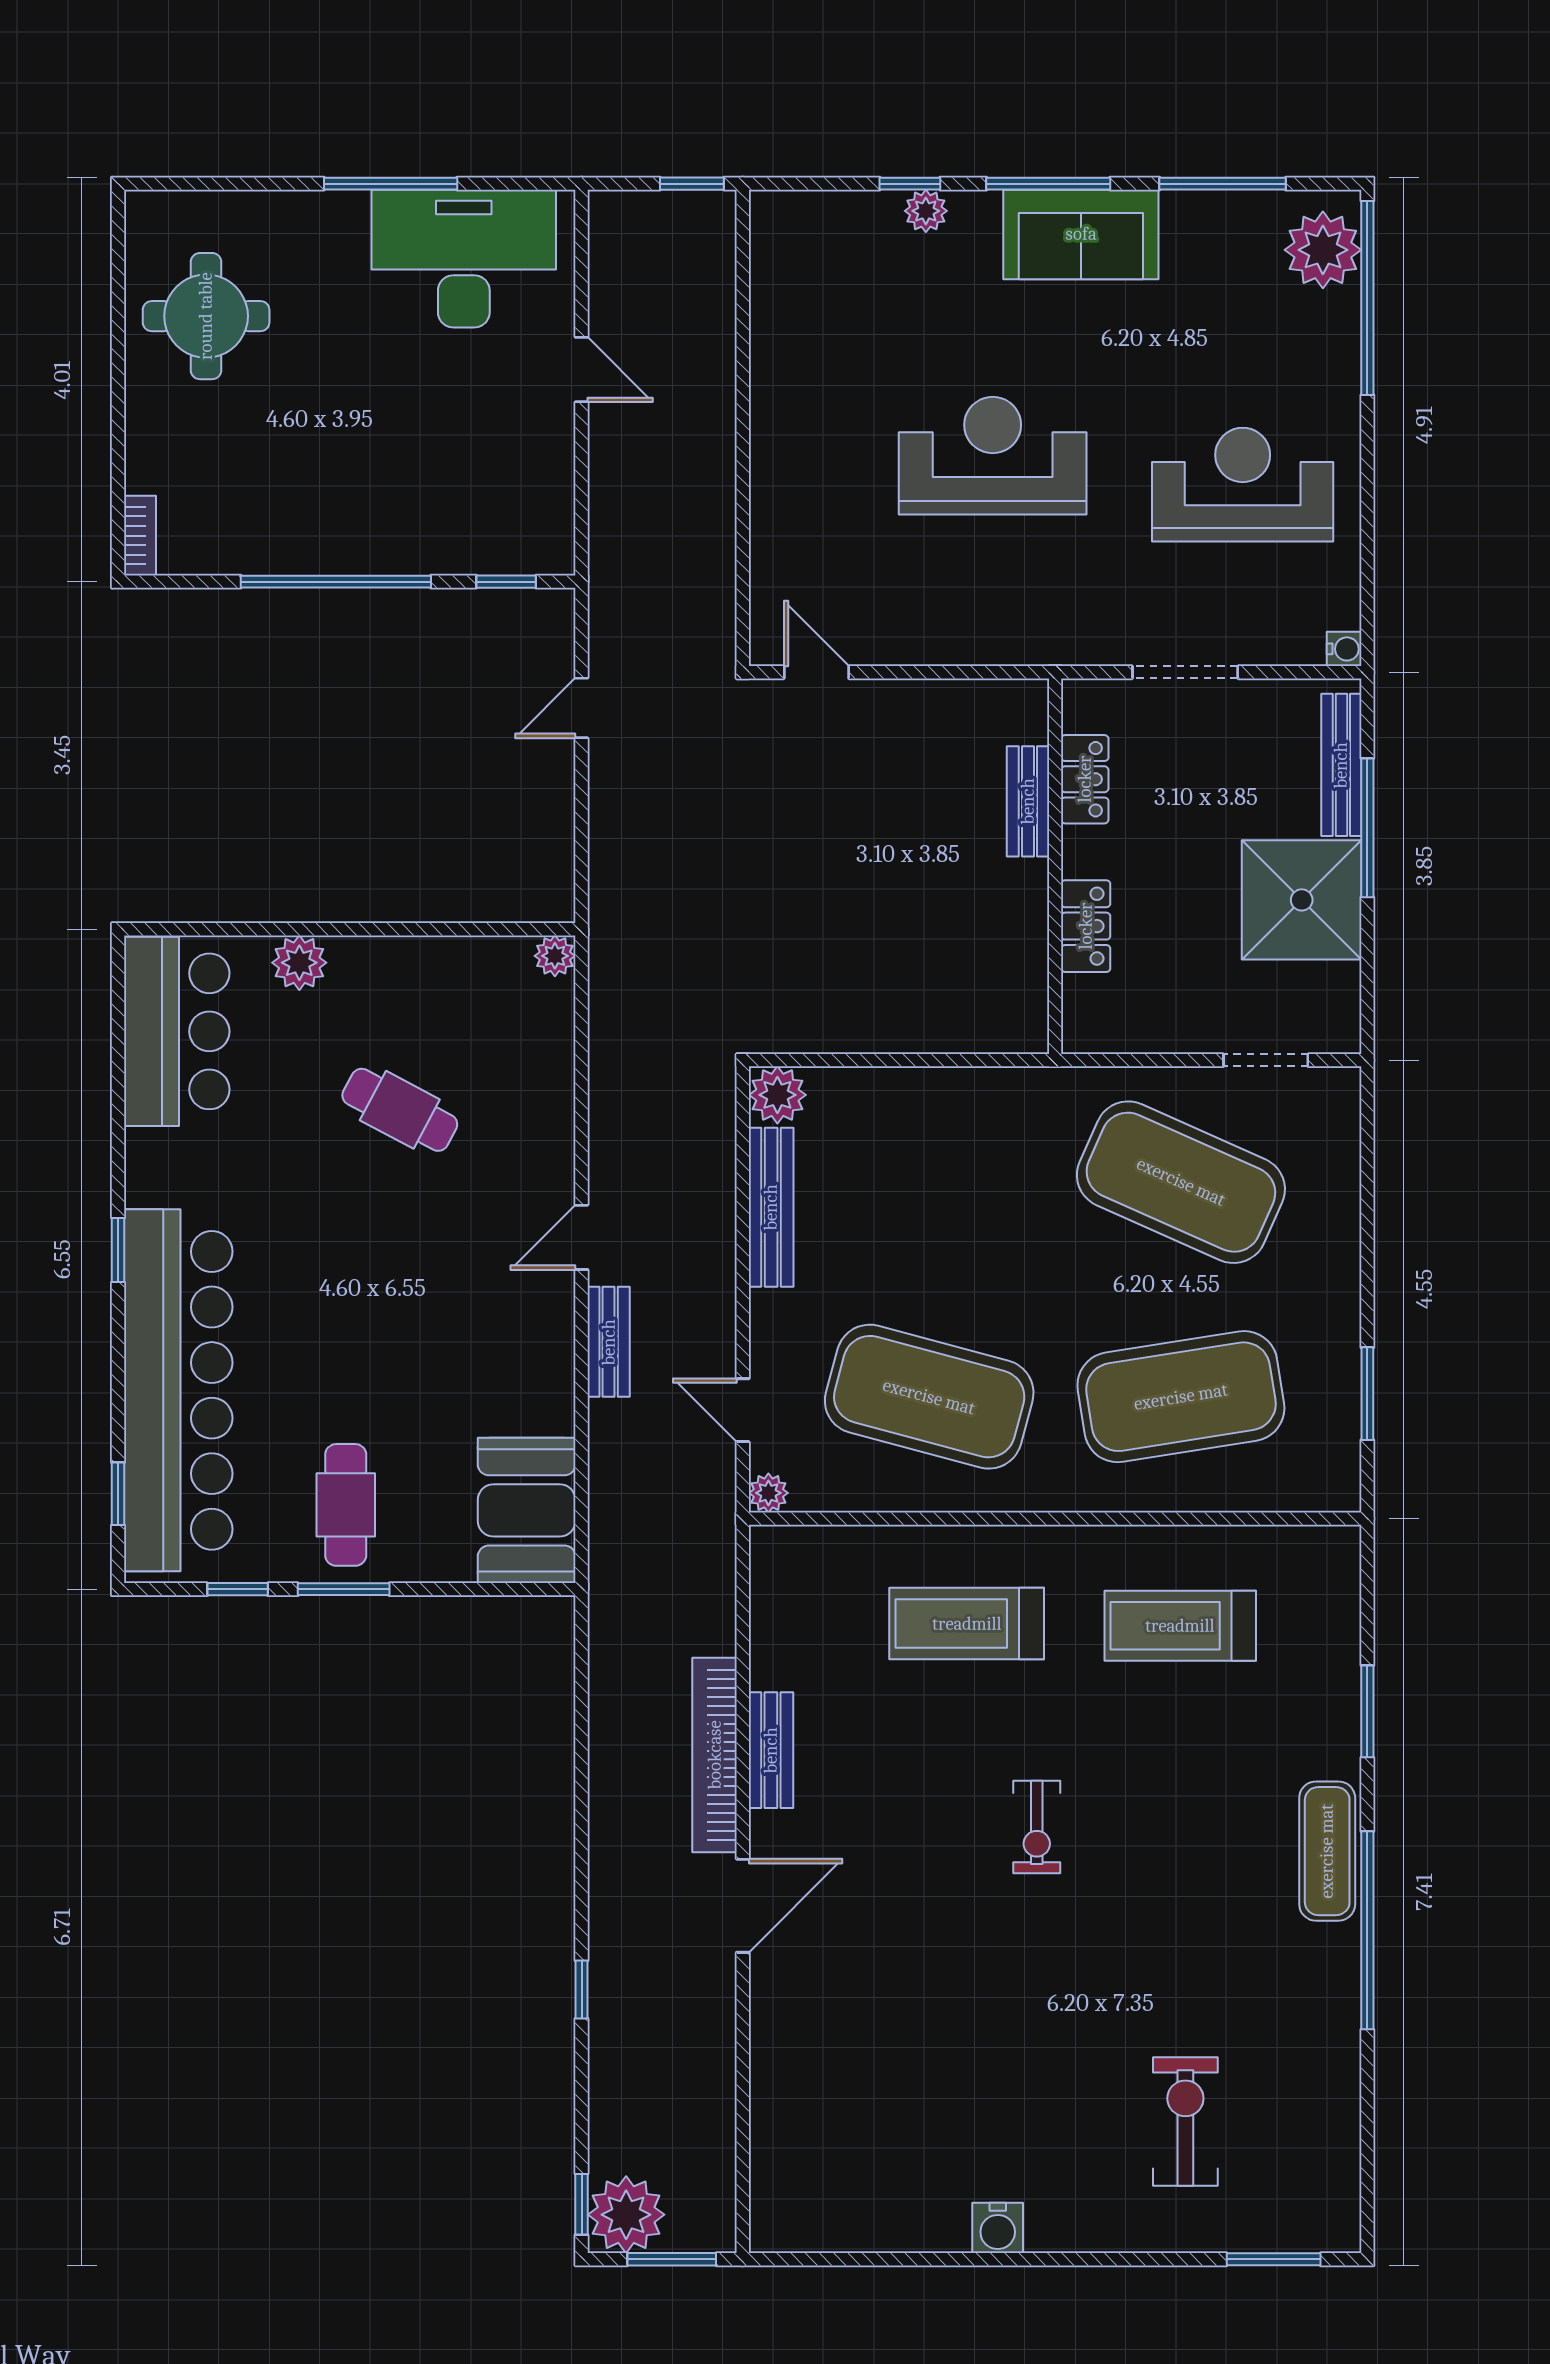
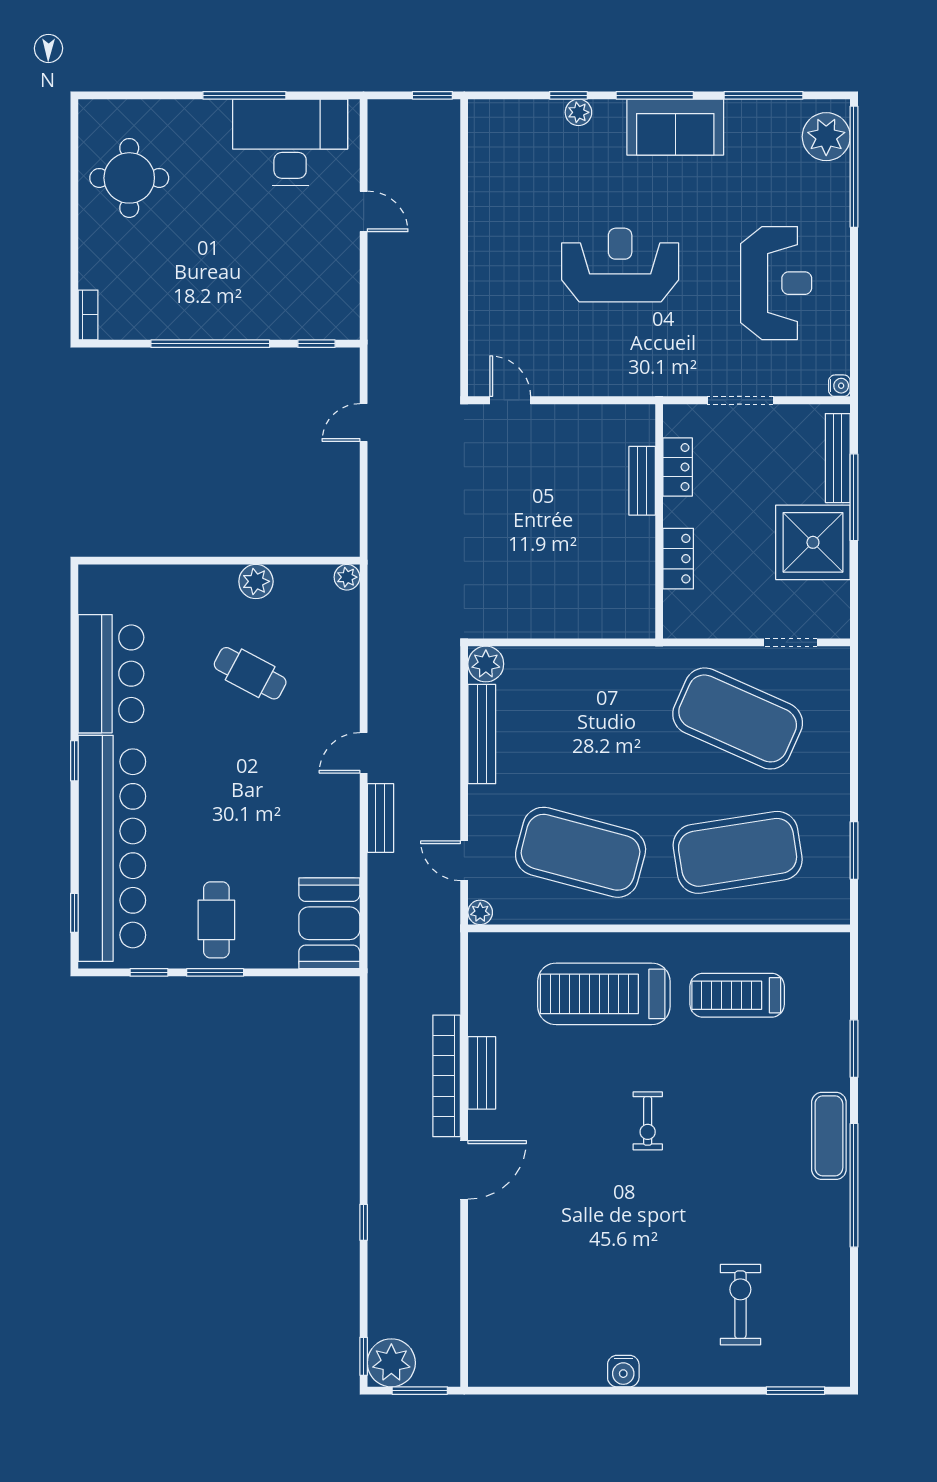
reception desk: (1243, 485) -> (776, 283), turned 90
plant: (299, 963) -> (256, 581), moved
bar counter: (177, 1031) -> (111, 674), moved
treadmill: (967, 1624) -> (604, 994), width x1.37, depth x1.38

